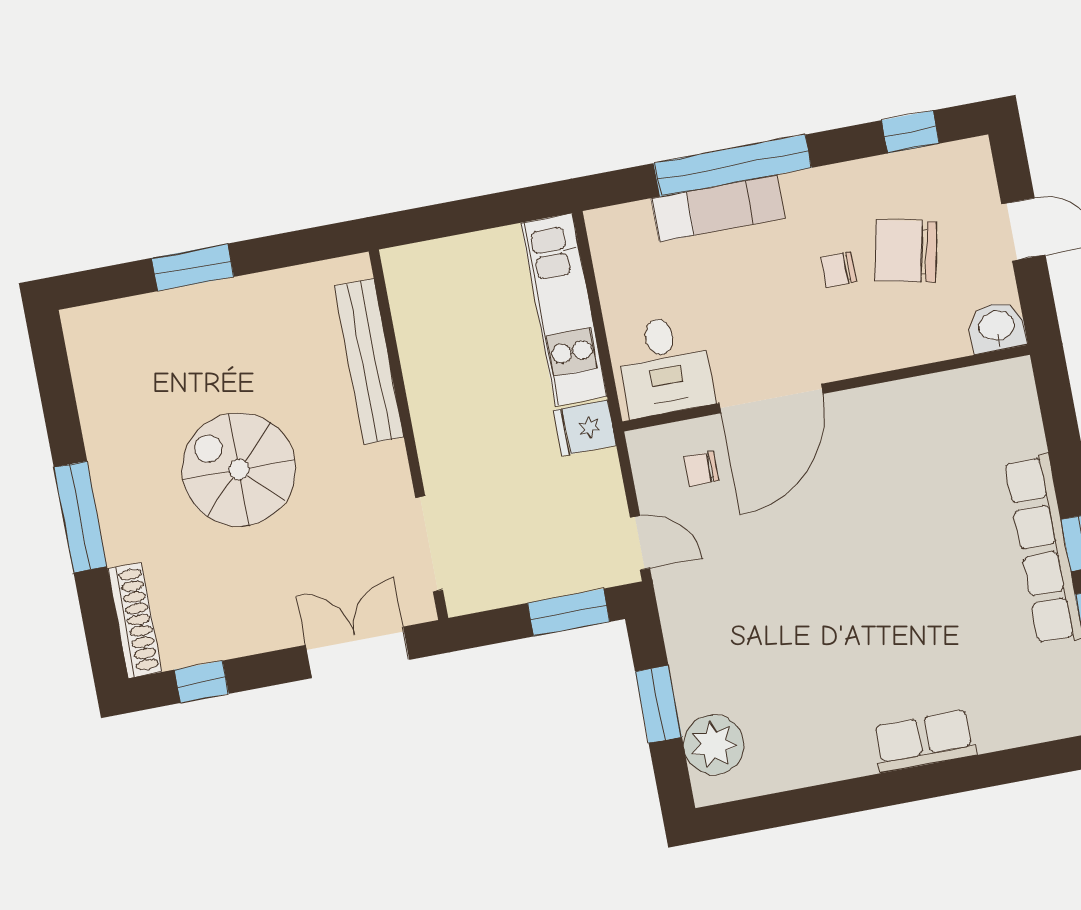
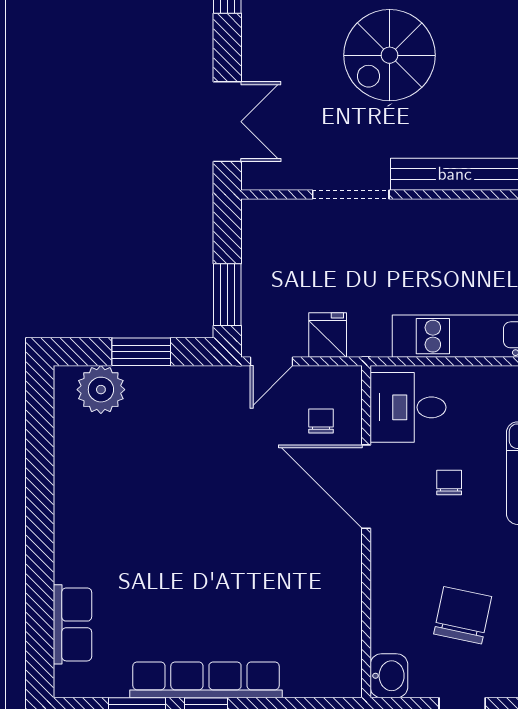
chair: (838, 270) -> (449, 483), moved
fridge: (585, 428) -> (328, 335), moved
spiral stairs: (239, 470) -> (390, 55), turned 180
doorway: (429, 544) -> (351, 194), moved
row of seats: (924, 741) -> (73, 624), moved

